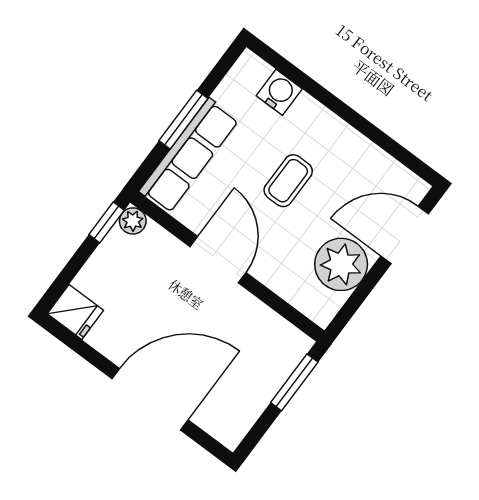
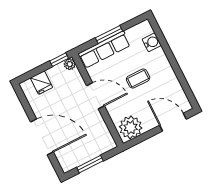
door: (218, 260) -> (95, 96), hinge flipped
plant: (341, 264) -> (131, 127), moved
fridge: (75, 312) -> (41, 83), moved
window: (294, 382) -> (90, 164), moved

